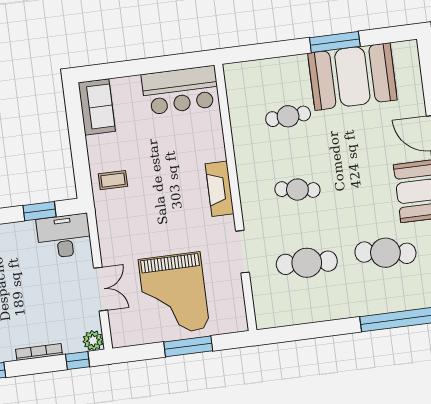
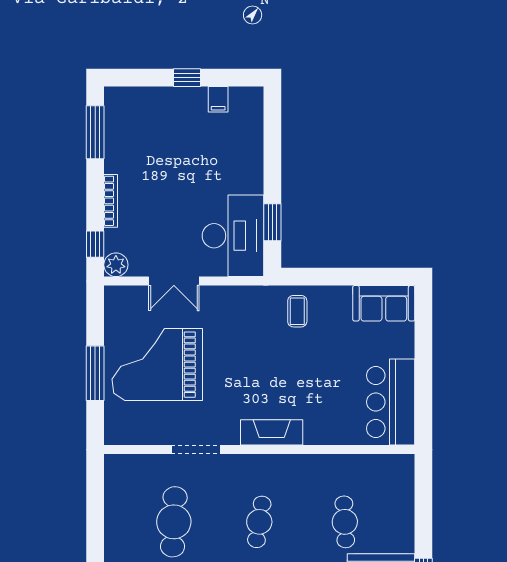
desk: (64, 236) -> (233, 236), width x1.36, depth x1.30

